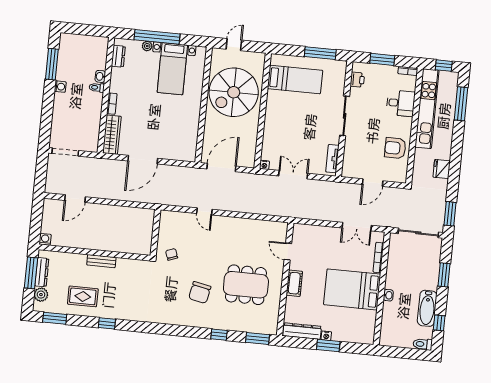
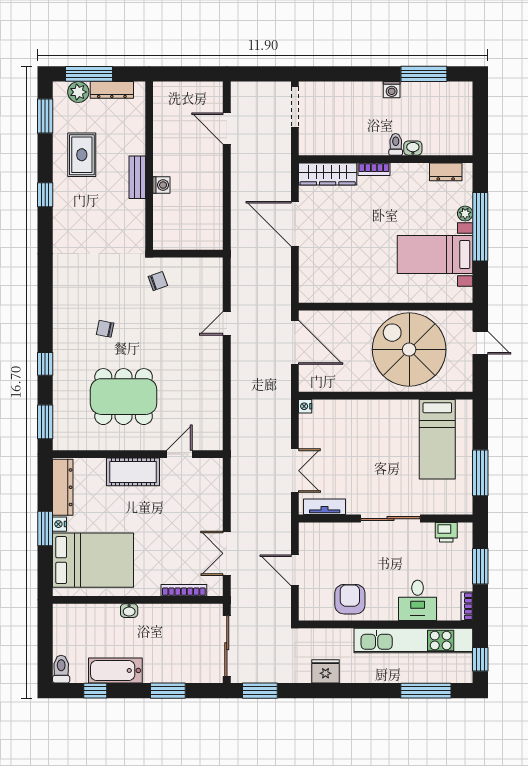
double door: (293, 175) -> (295, 471), moved
washing machine: (45, 239) -> (161, 185), moved
window: (31, 273) -> (89, 74), moved
cot: (294, 283) -> (133, 472), width x1.37, depth x1.34
dining table: (246, 285) -> (124, 397), turned 90
bed: (352, 289) -> (93, 560), moved, turned 90
chair: (200, 292) -> (105, 329), width x0.54, depth x0.54

